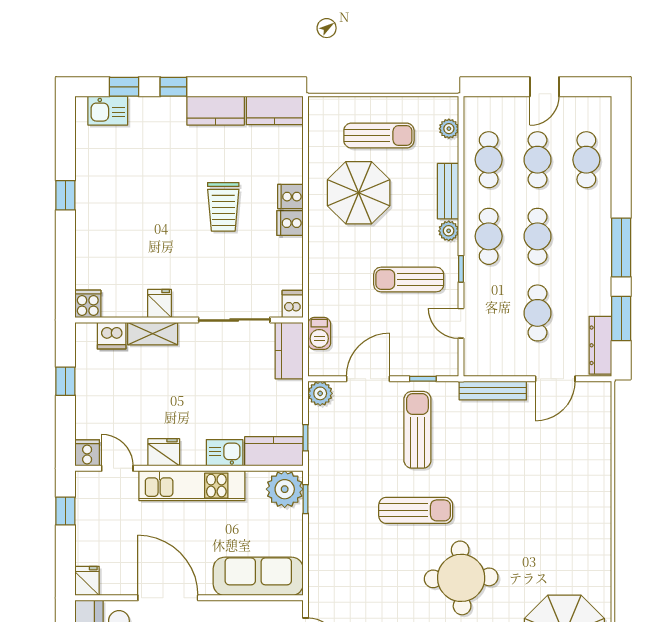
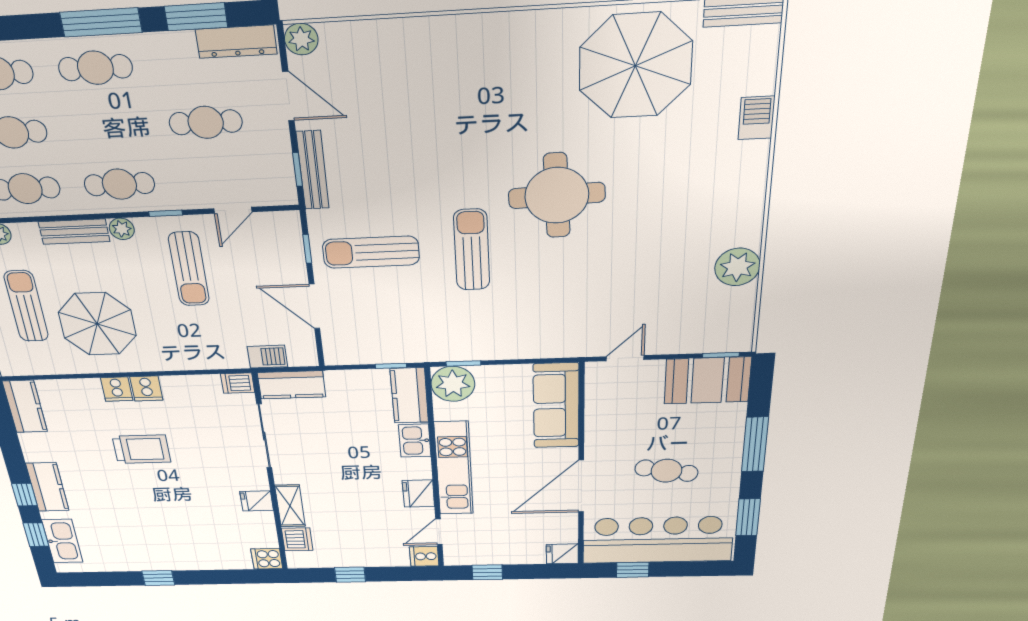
kitchen sink: (108, 111) -> (62, 541), width x1.38
kitchen counter: (216, 111) -> (47, 487), moved
cafe table: (538, 236) -> (95, 68), moved
window: (494, 379) -> (297, 170), added
plant: (320, 393) -> (301, 39), moved

